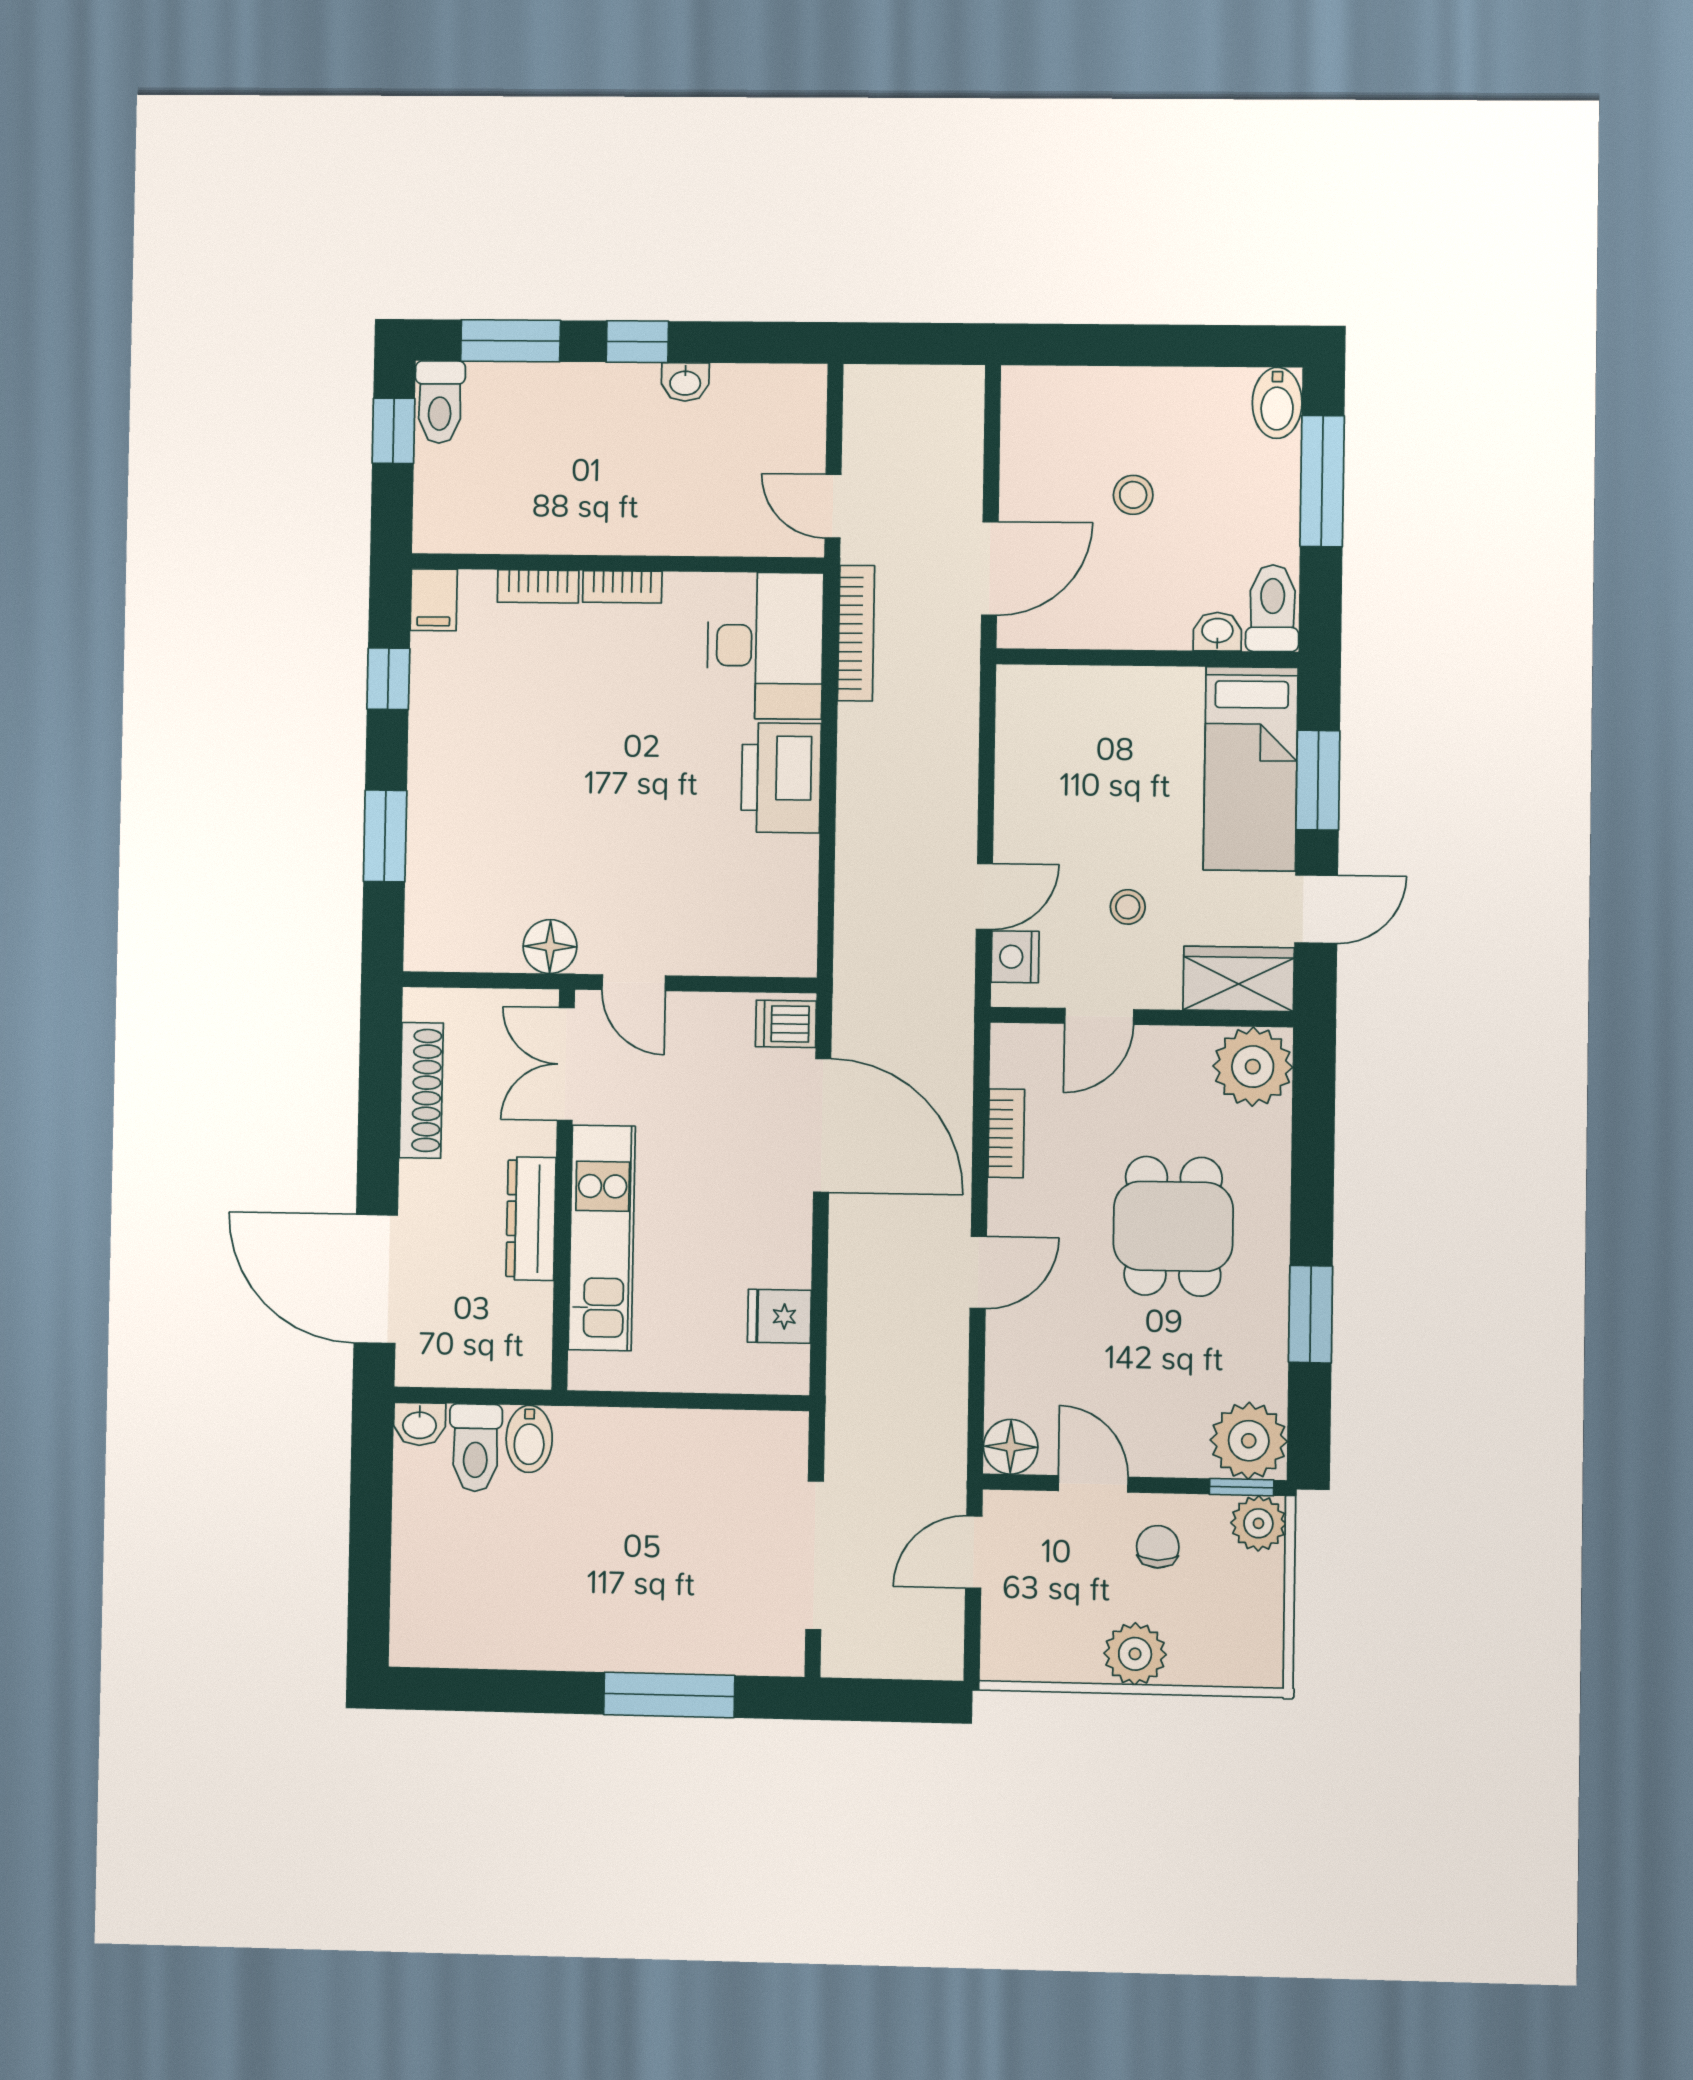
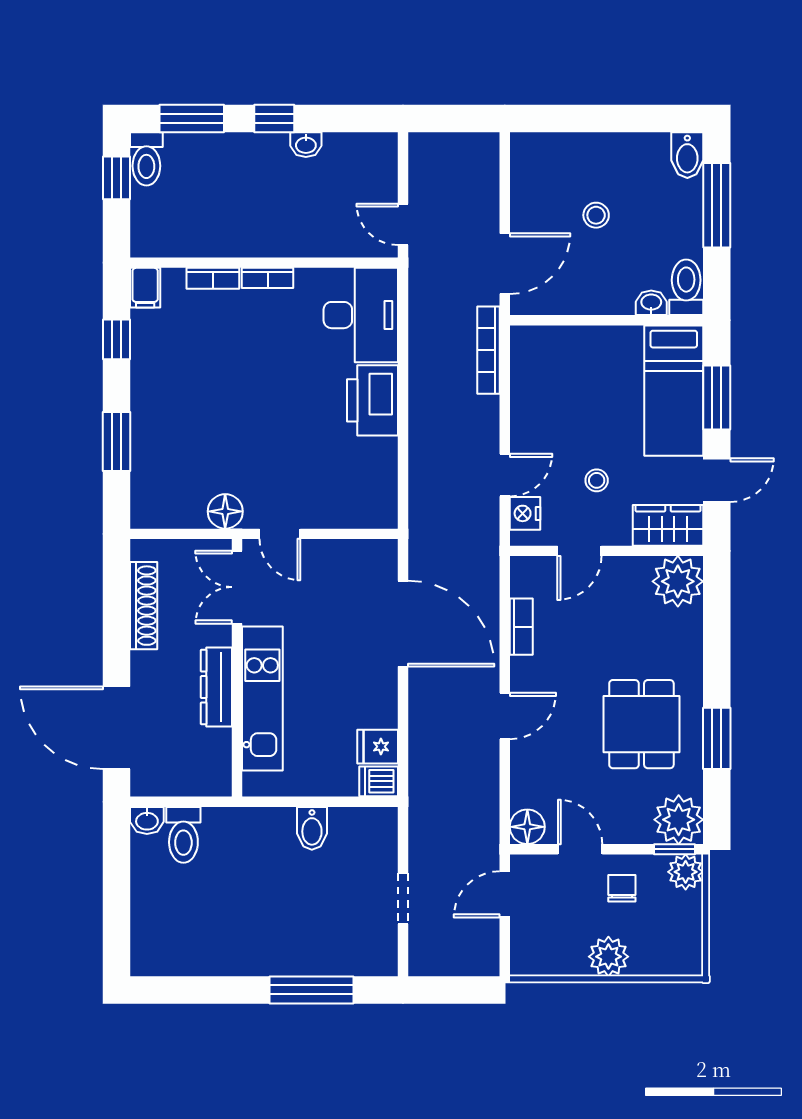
bookcase: (856, 633) -> (488, 350), moved, turned 180
dishwasher: (786, 1024) -> (379, 781), moved
dining table: (1173, 1226) -> (641, 724), moved
bidet: (529, 1439) -> (312, 828), moved
doorway: (815, 1555) -> (403, 899), width x0.53

